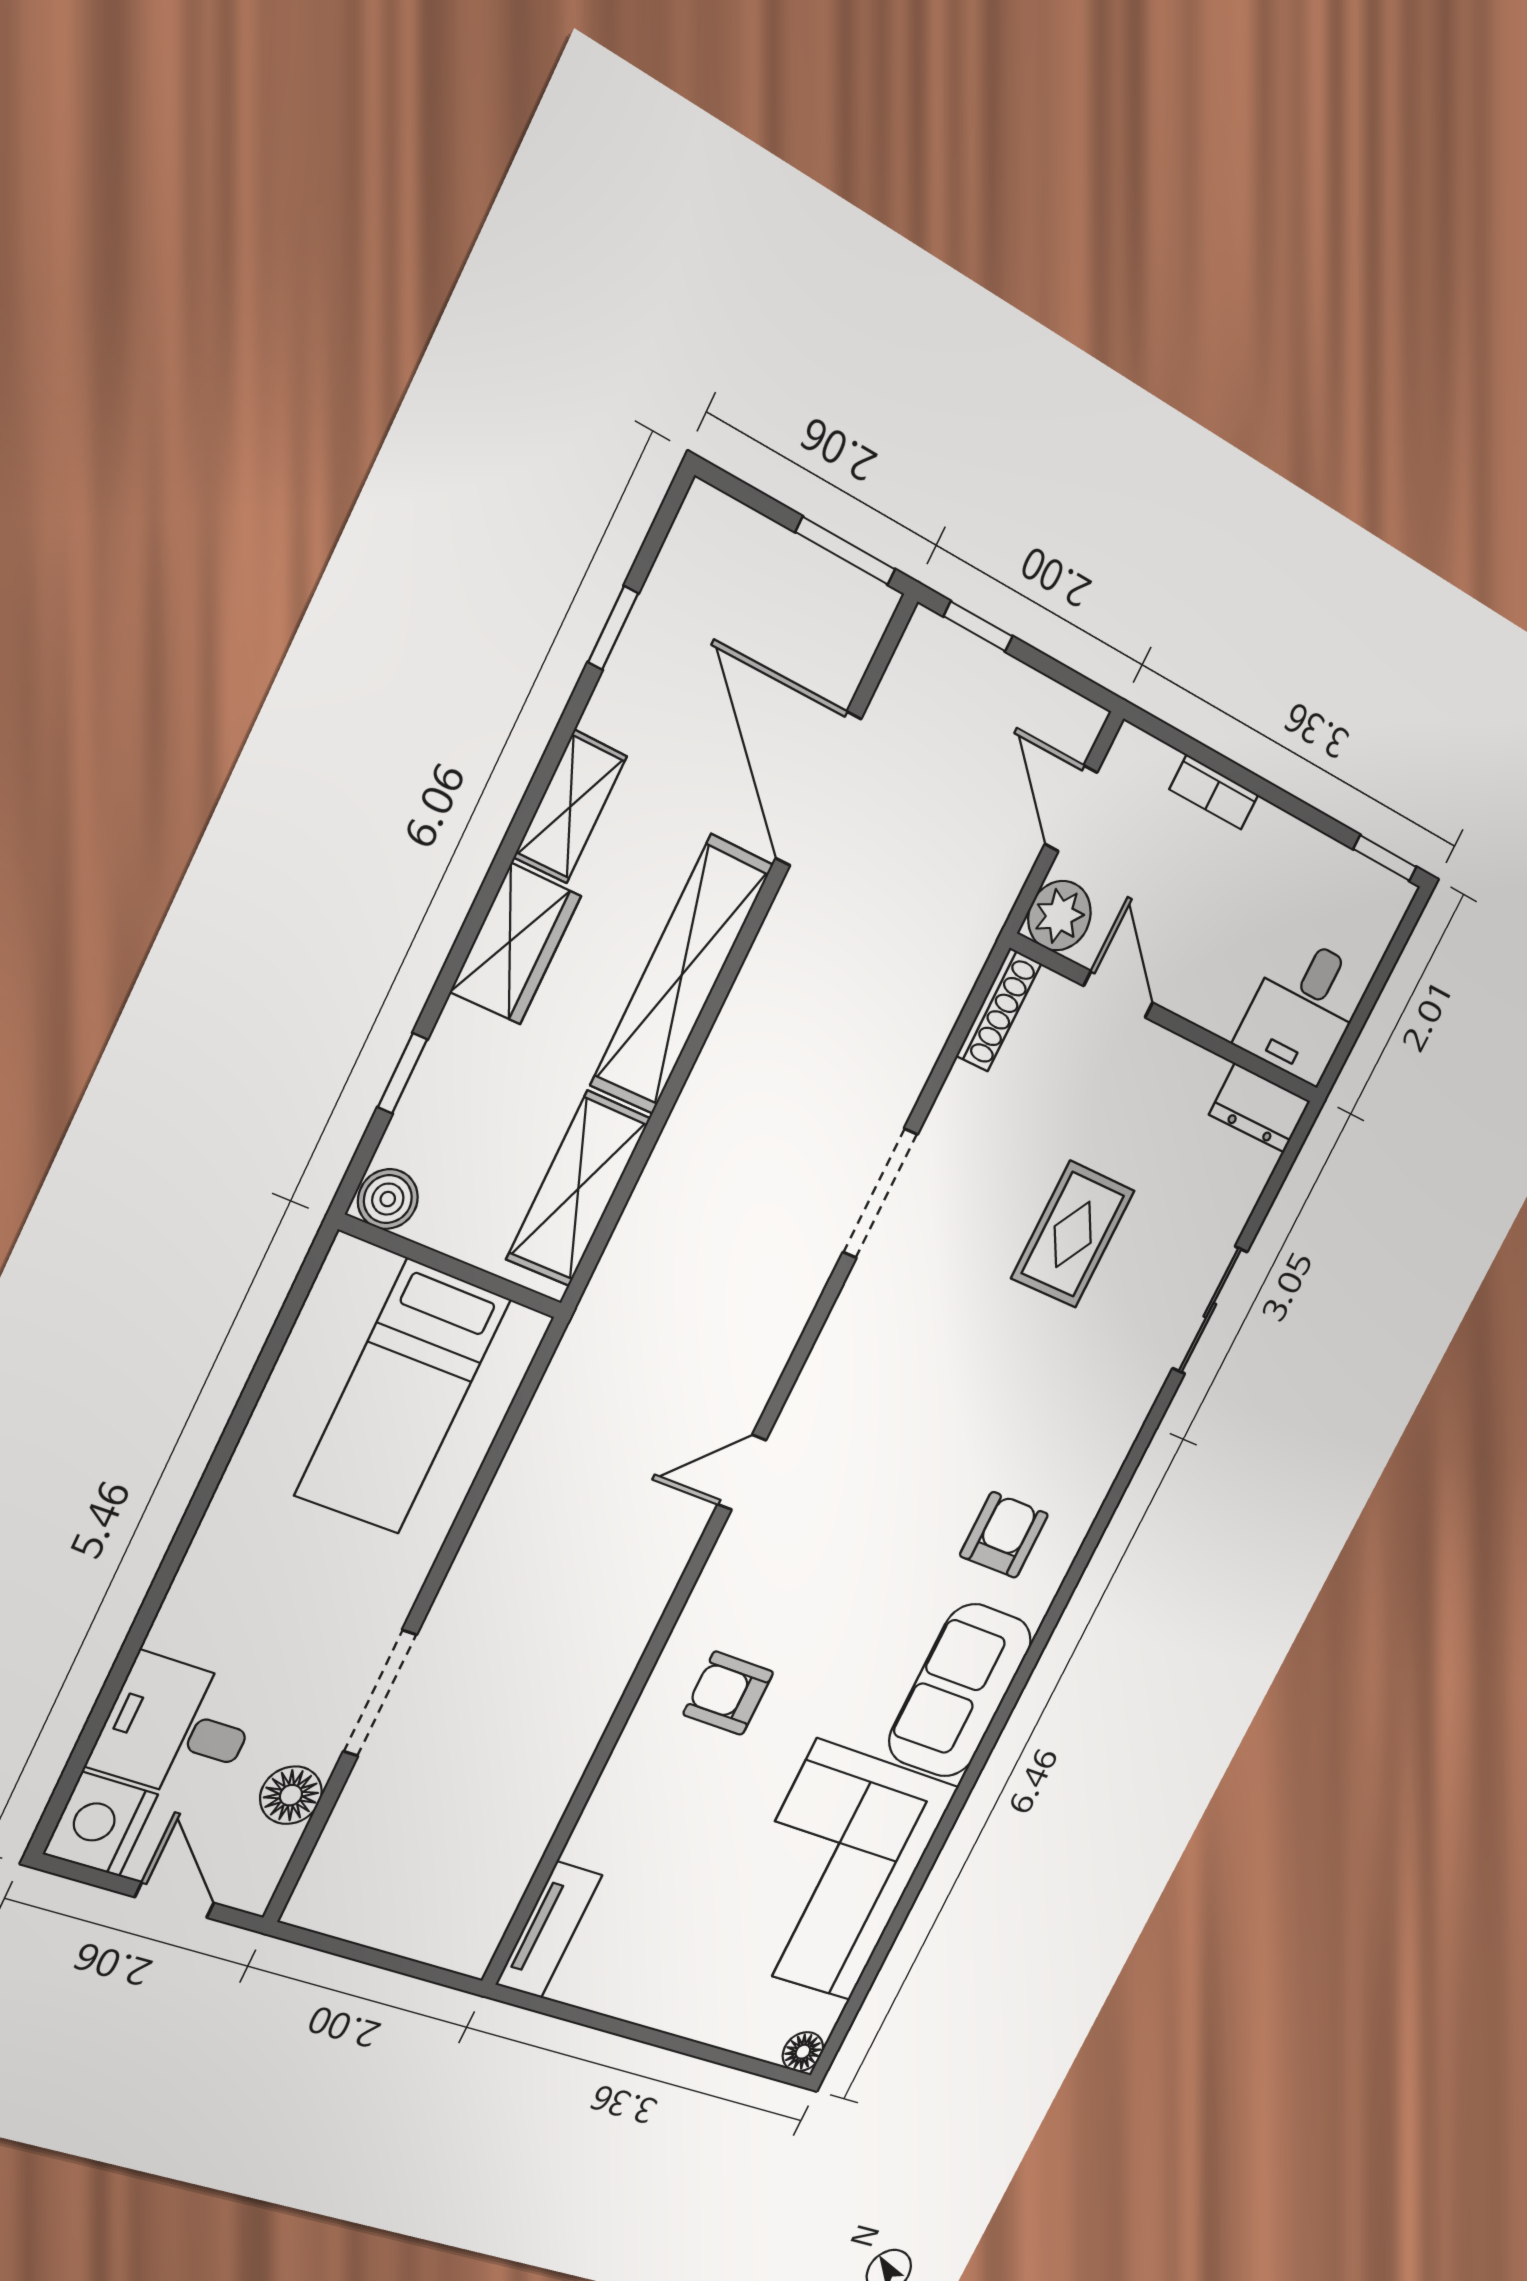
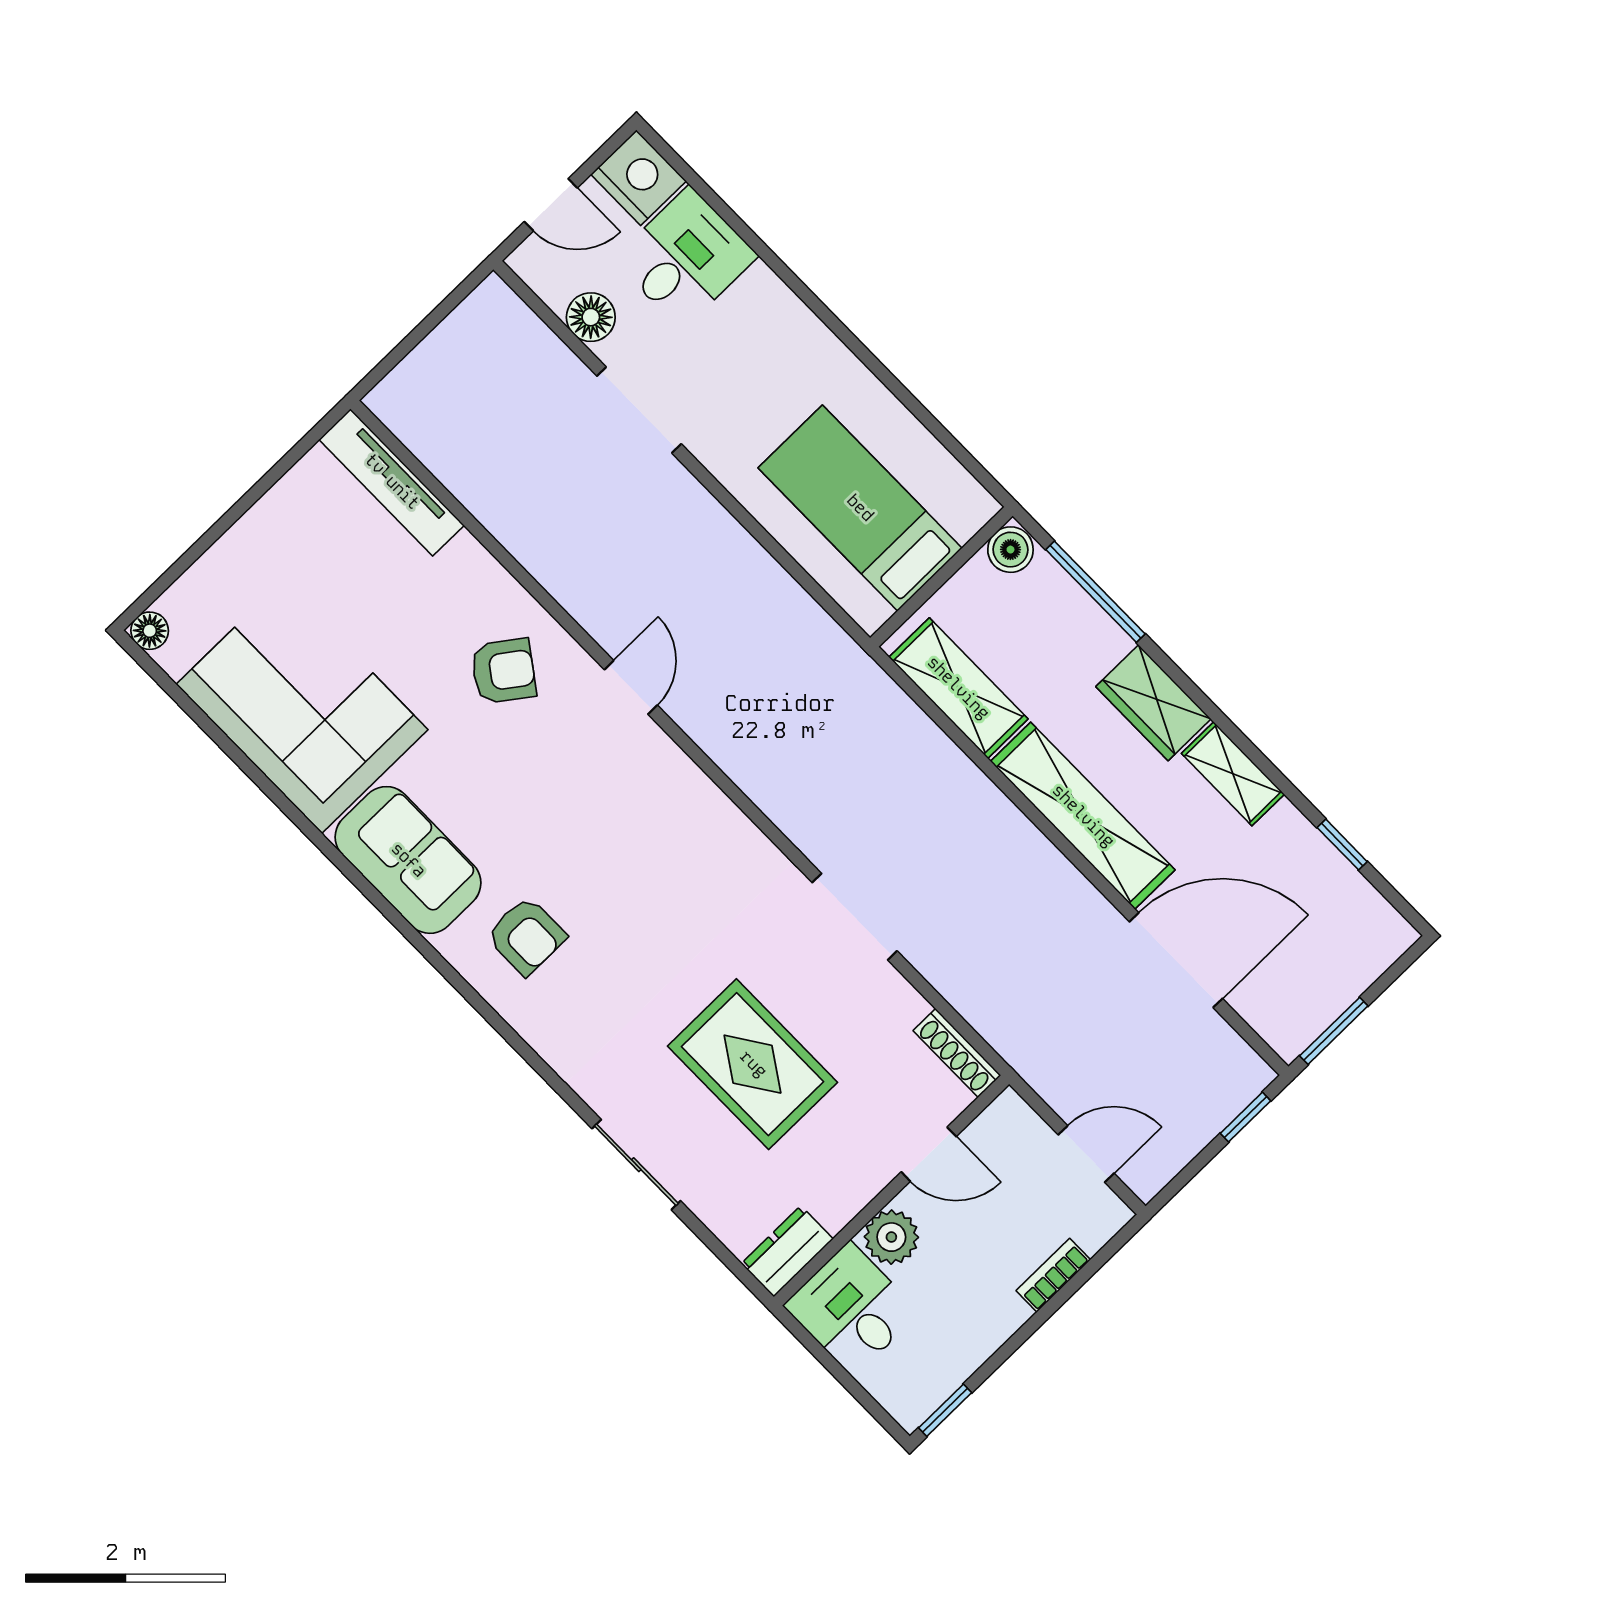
plant: (1059, 916) -> (891, 1237), moved
window: (403, 1073) -> (1095, 592), width x2.17
rug: (1073, 1234) -> (753, 1064), width x1.36, depth x1.43
door: (742, 1472) -> (631, 687), moved
armchair: (728, 1693) -> (503, 671), turned 36
tv unit: (549, 1930) -> (392, 482), width x1.41

